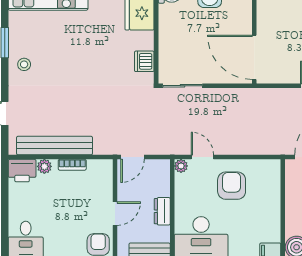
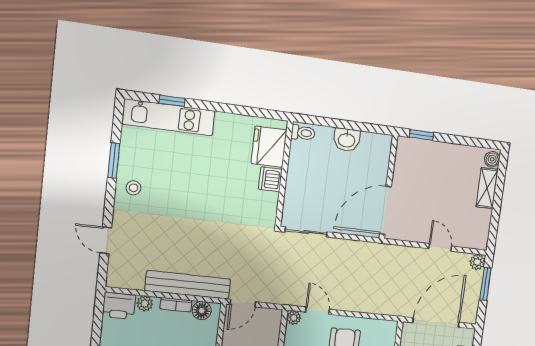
door: (254, 57) -> (385, 210), hinge flipped
dishwasher: (144, 61) -> (270, 179), moved
bench: (55, 146) -> (188, 285), moved
floor lamp: (96, 168) -> (202, 311), added

